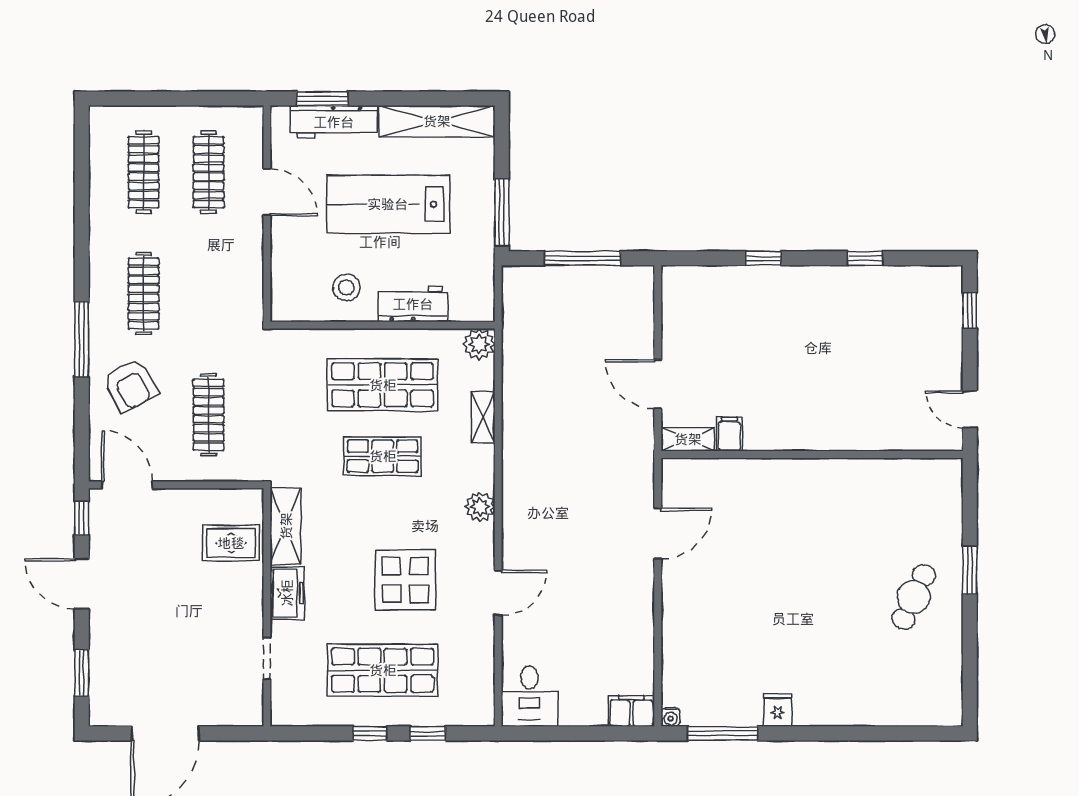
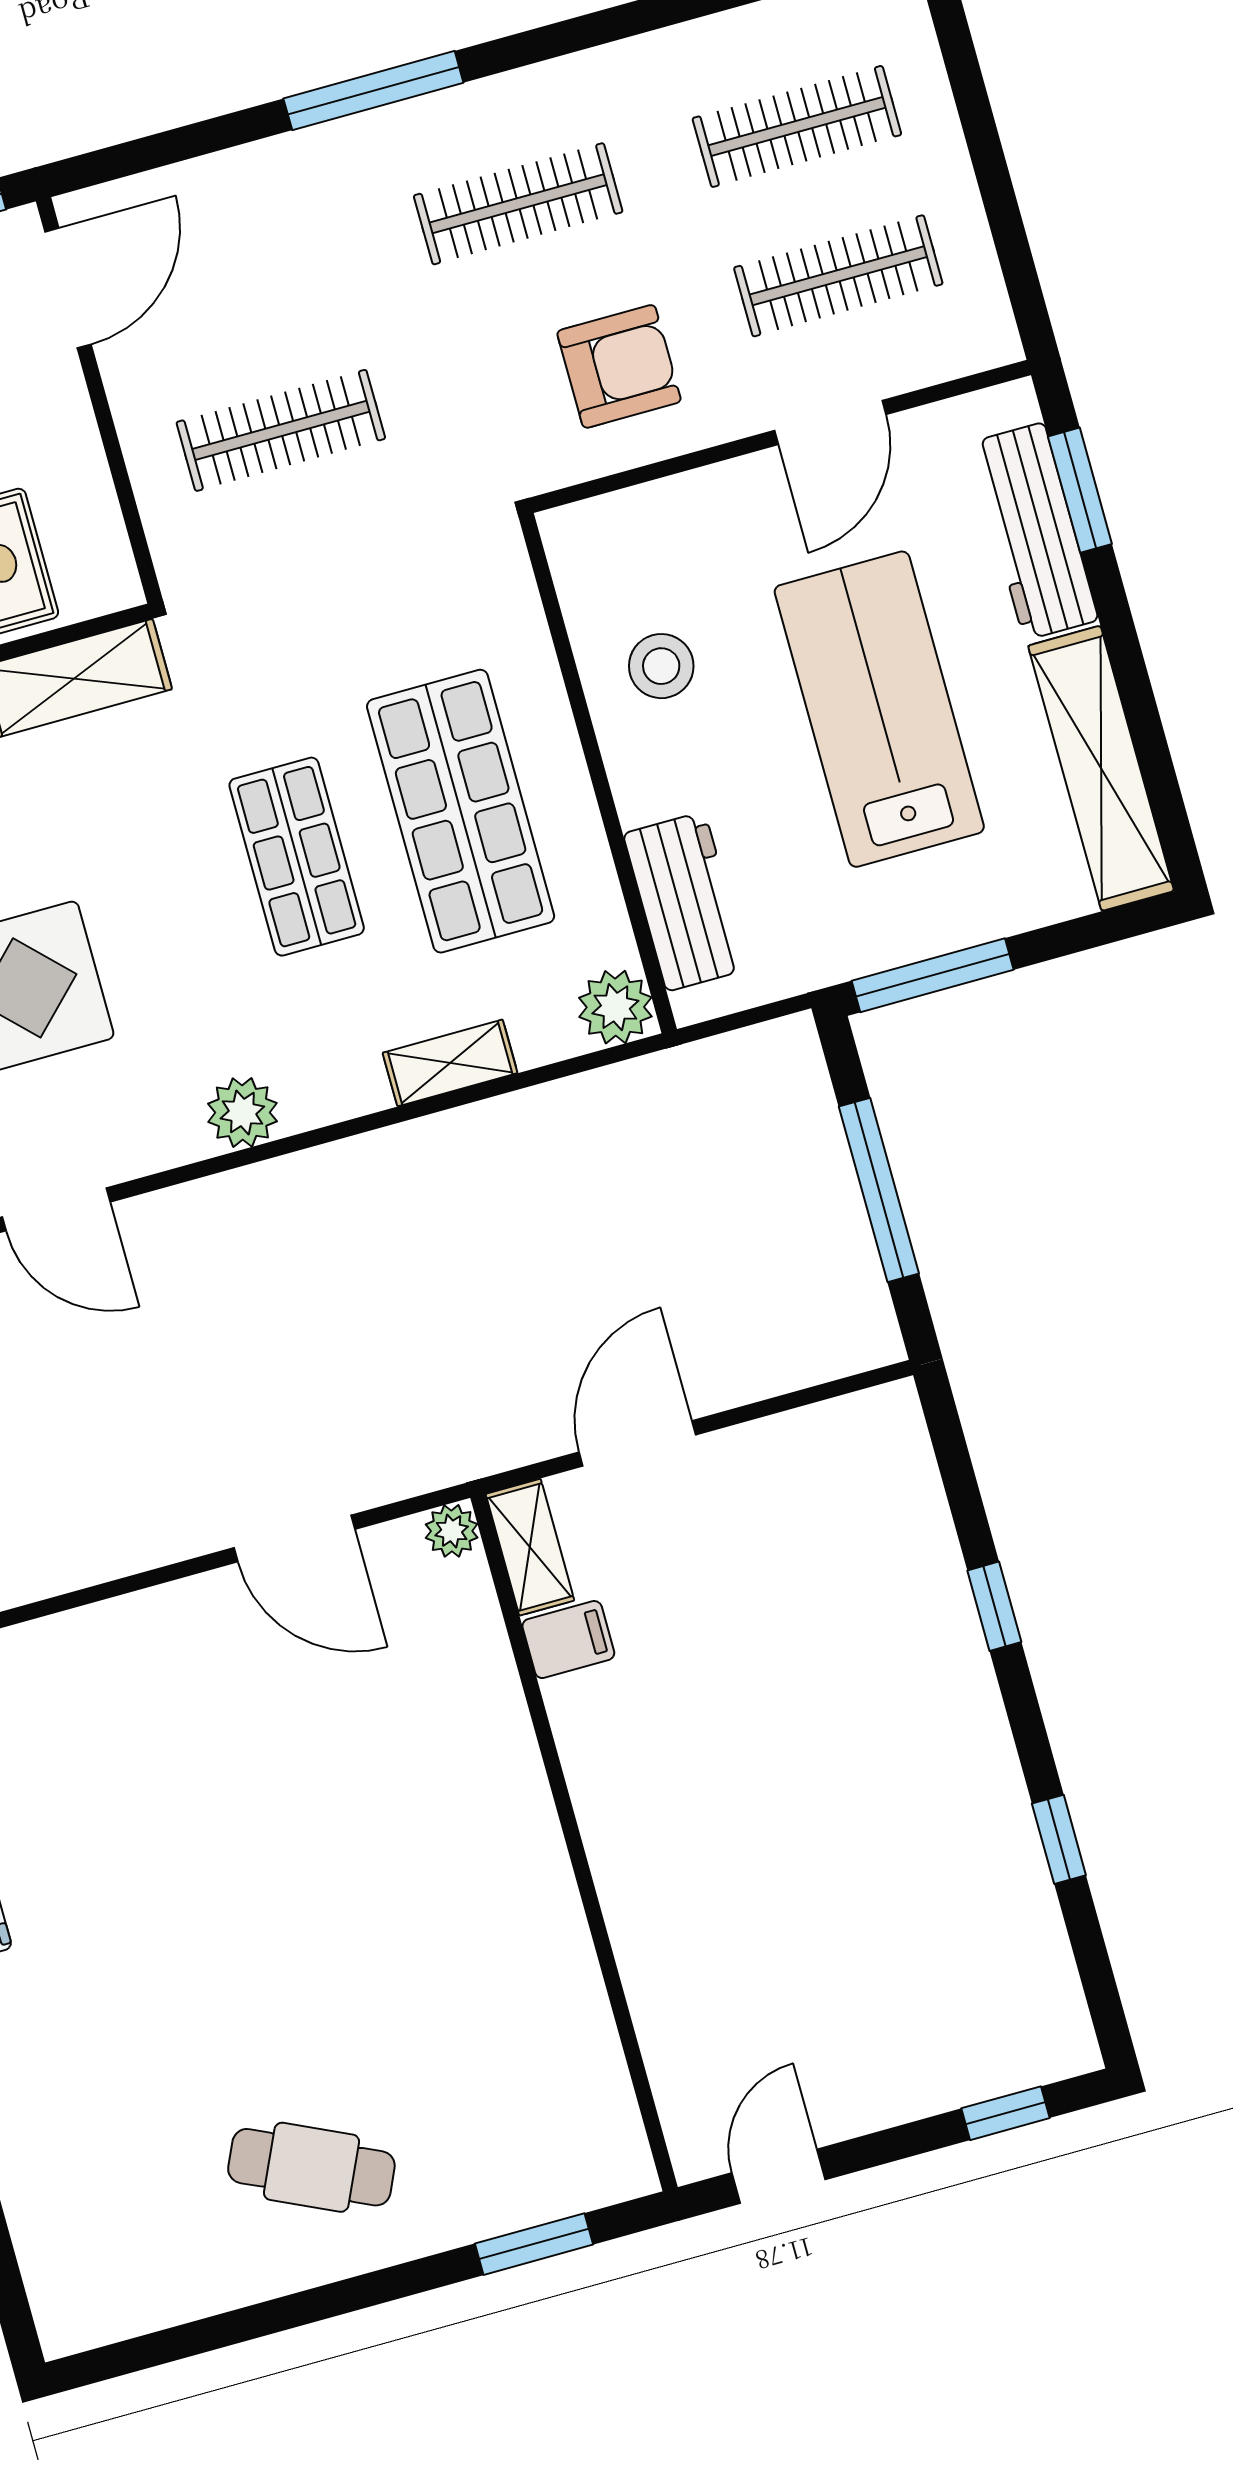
workbench: (413, 304) -> (686, 901), moved
armchair: (130, 385) -> (619, 366), moved, turned -152
plant: (672, 469) -> (452, 1531), added
window: (970, 570) -> (534, 2244), moved

